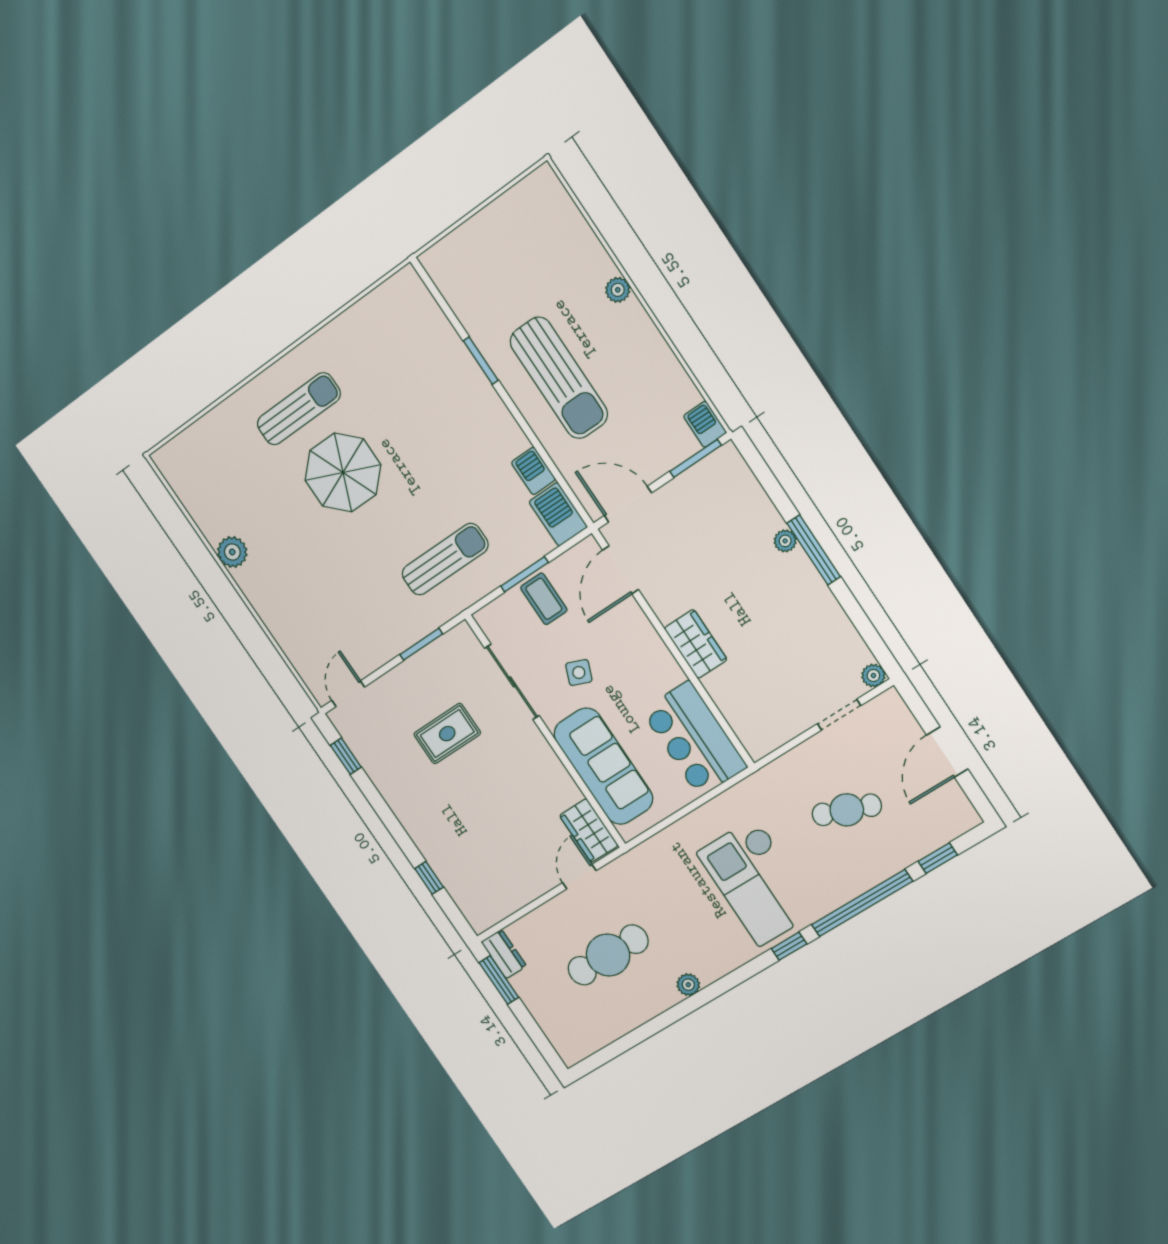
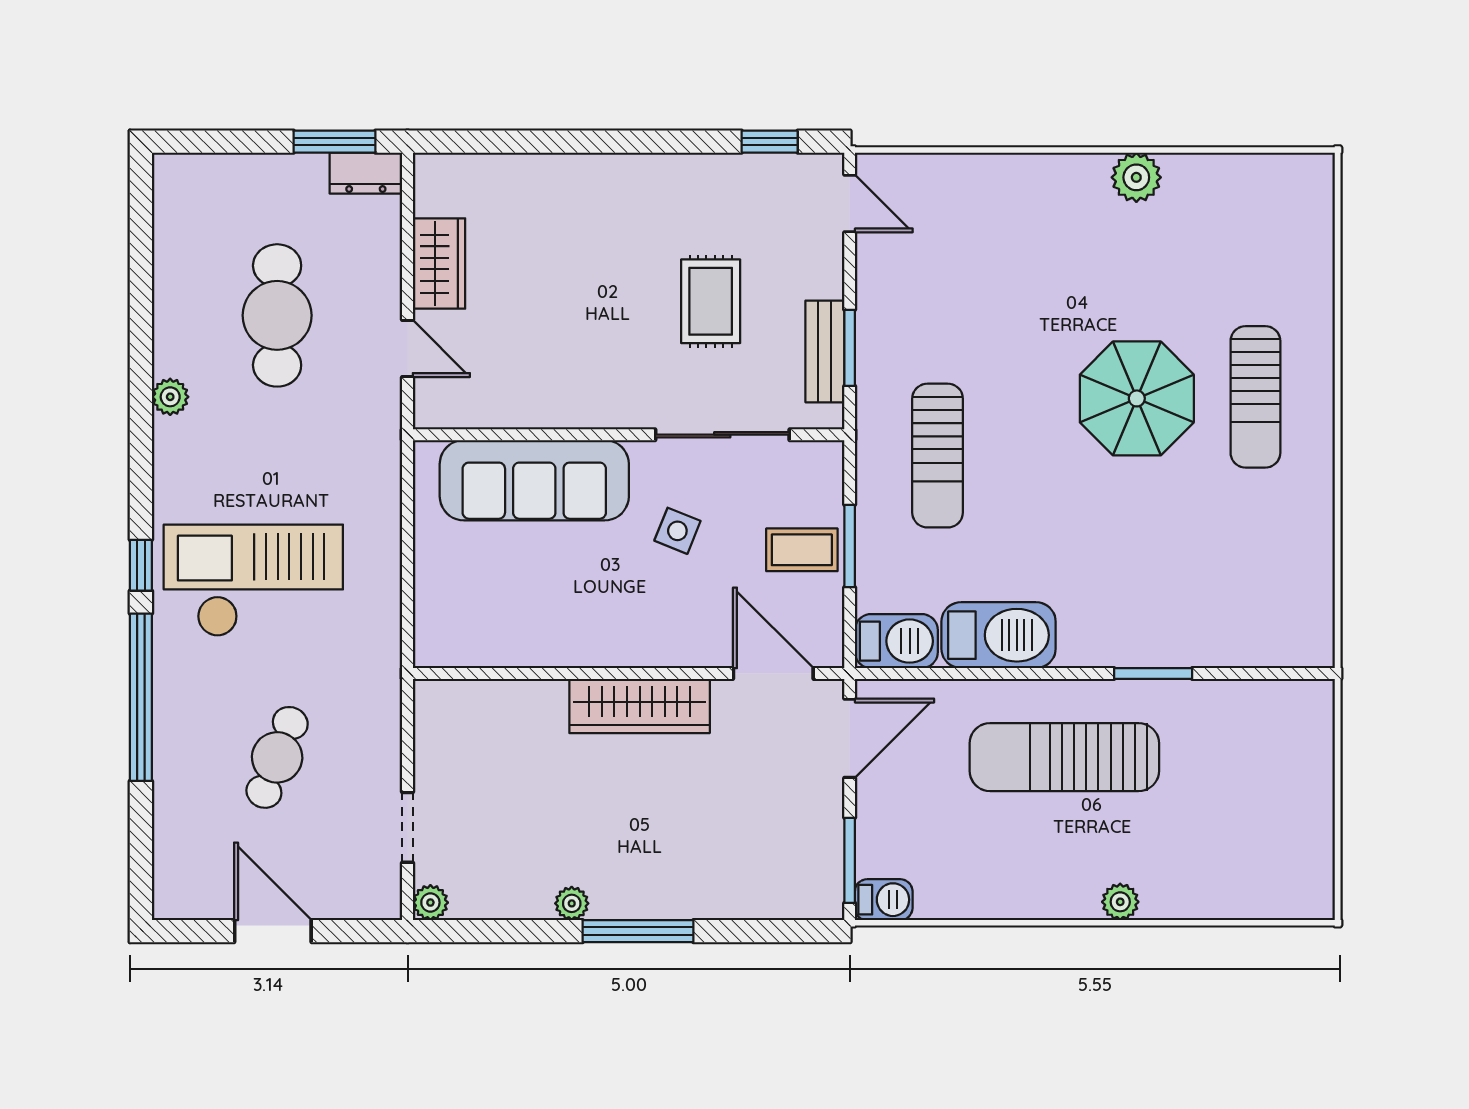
barbecue: (533, 471) -> (999, 635), width x1.88, depth x1.53
plant: (785, 541) -> (572, 903), moved
wardrobe: (696, 644) -> (640, 706), width x1.50
bench: (432, 656) -> (825, 351), added
bar counter: (694, 739) -> (494, 623), removed
wardrobe: (589, 831) -> (439, 264), moved, turned 90
window: (938, 858) -> (141, 832), removed
window: (429, 878) -> (534, 142), removed

